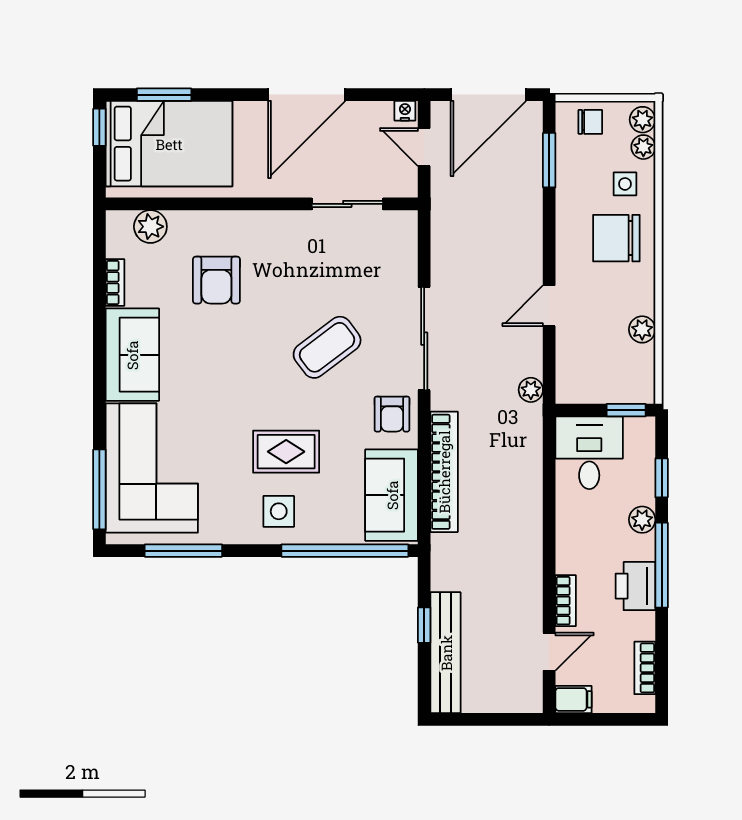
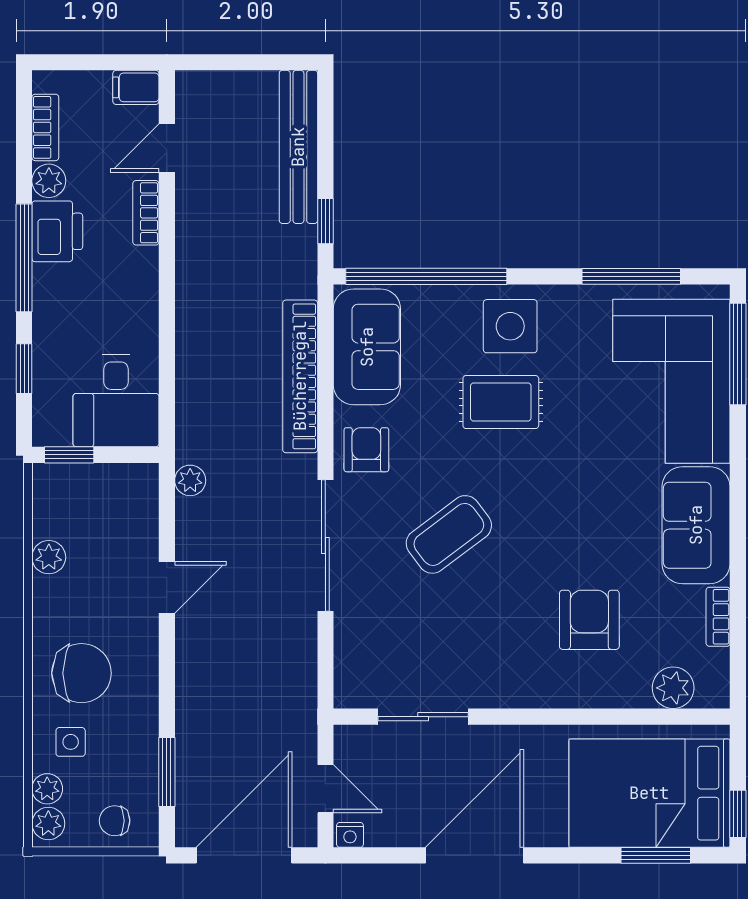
side table: (279, 511) -> (510, 326), width x1.37, depth x1.37
plant: (642, 520) -> (49, 181), moved
window: (424, 625) -> (325, 221), moved

